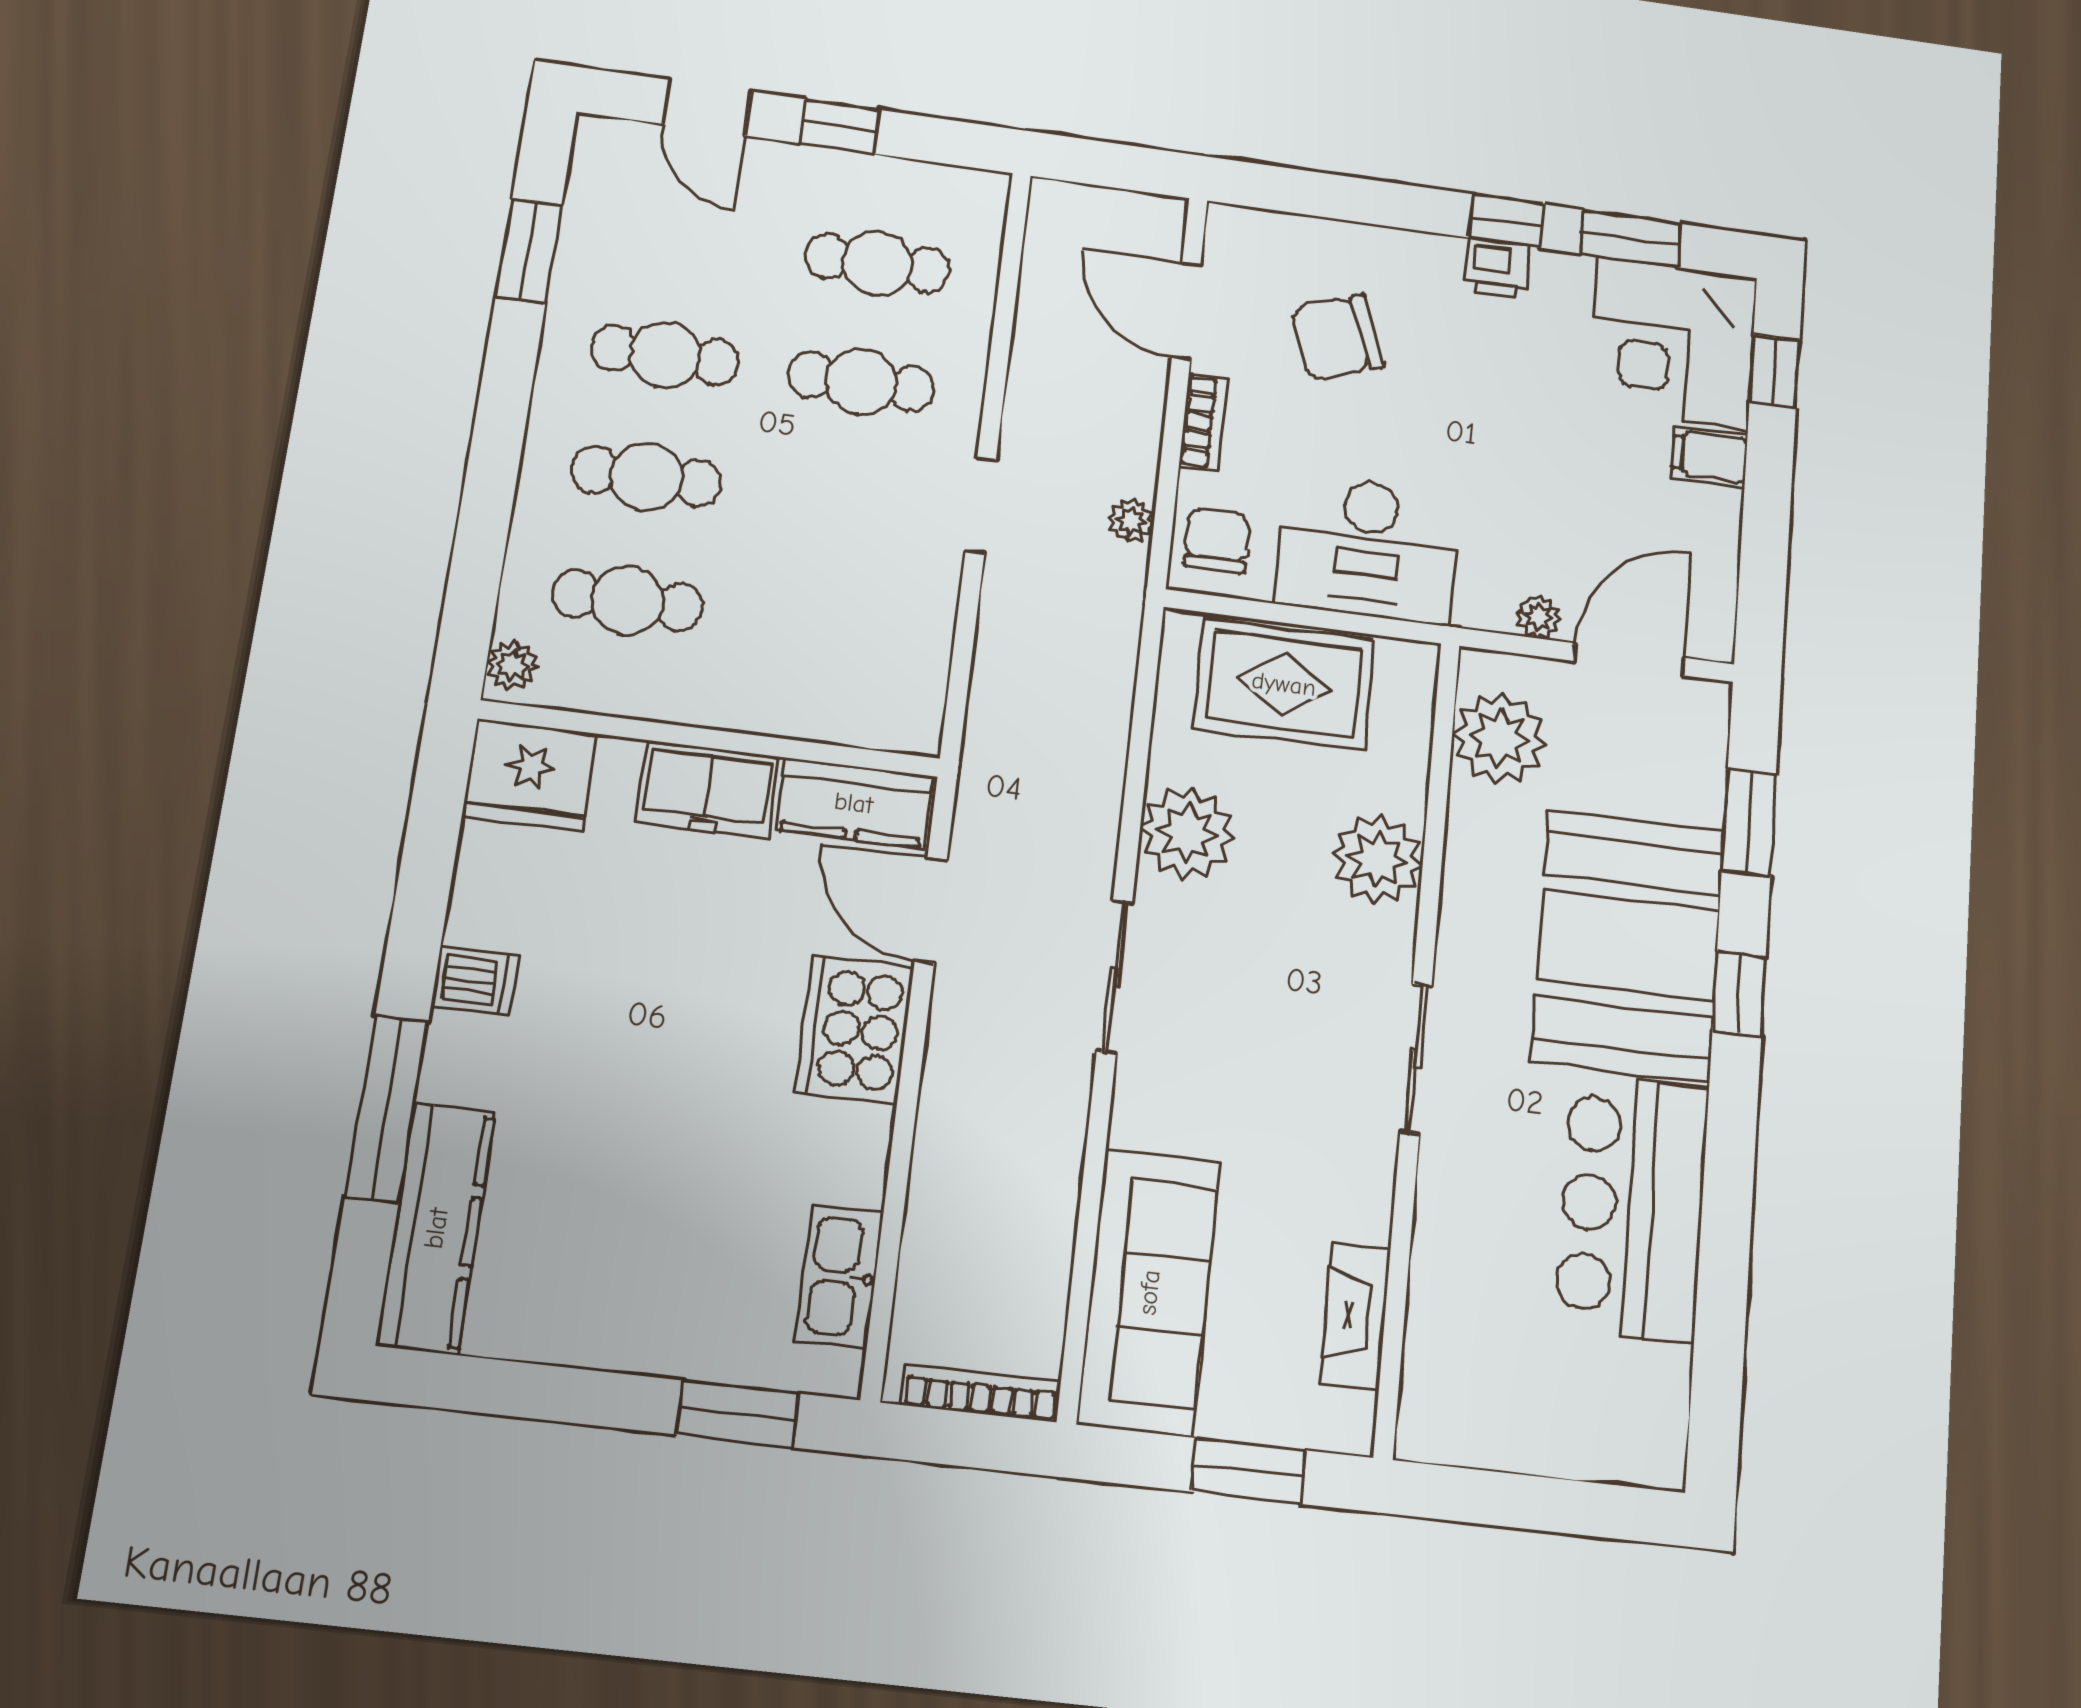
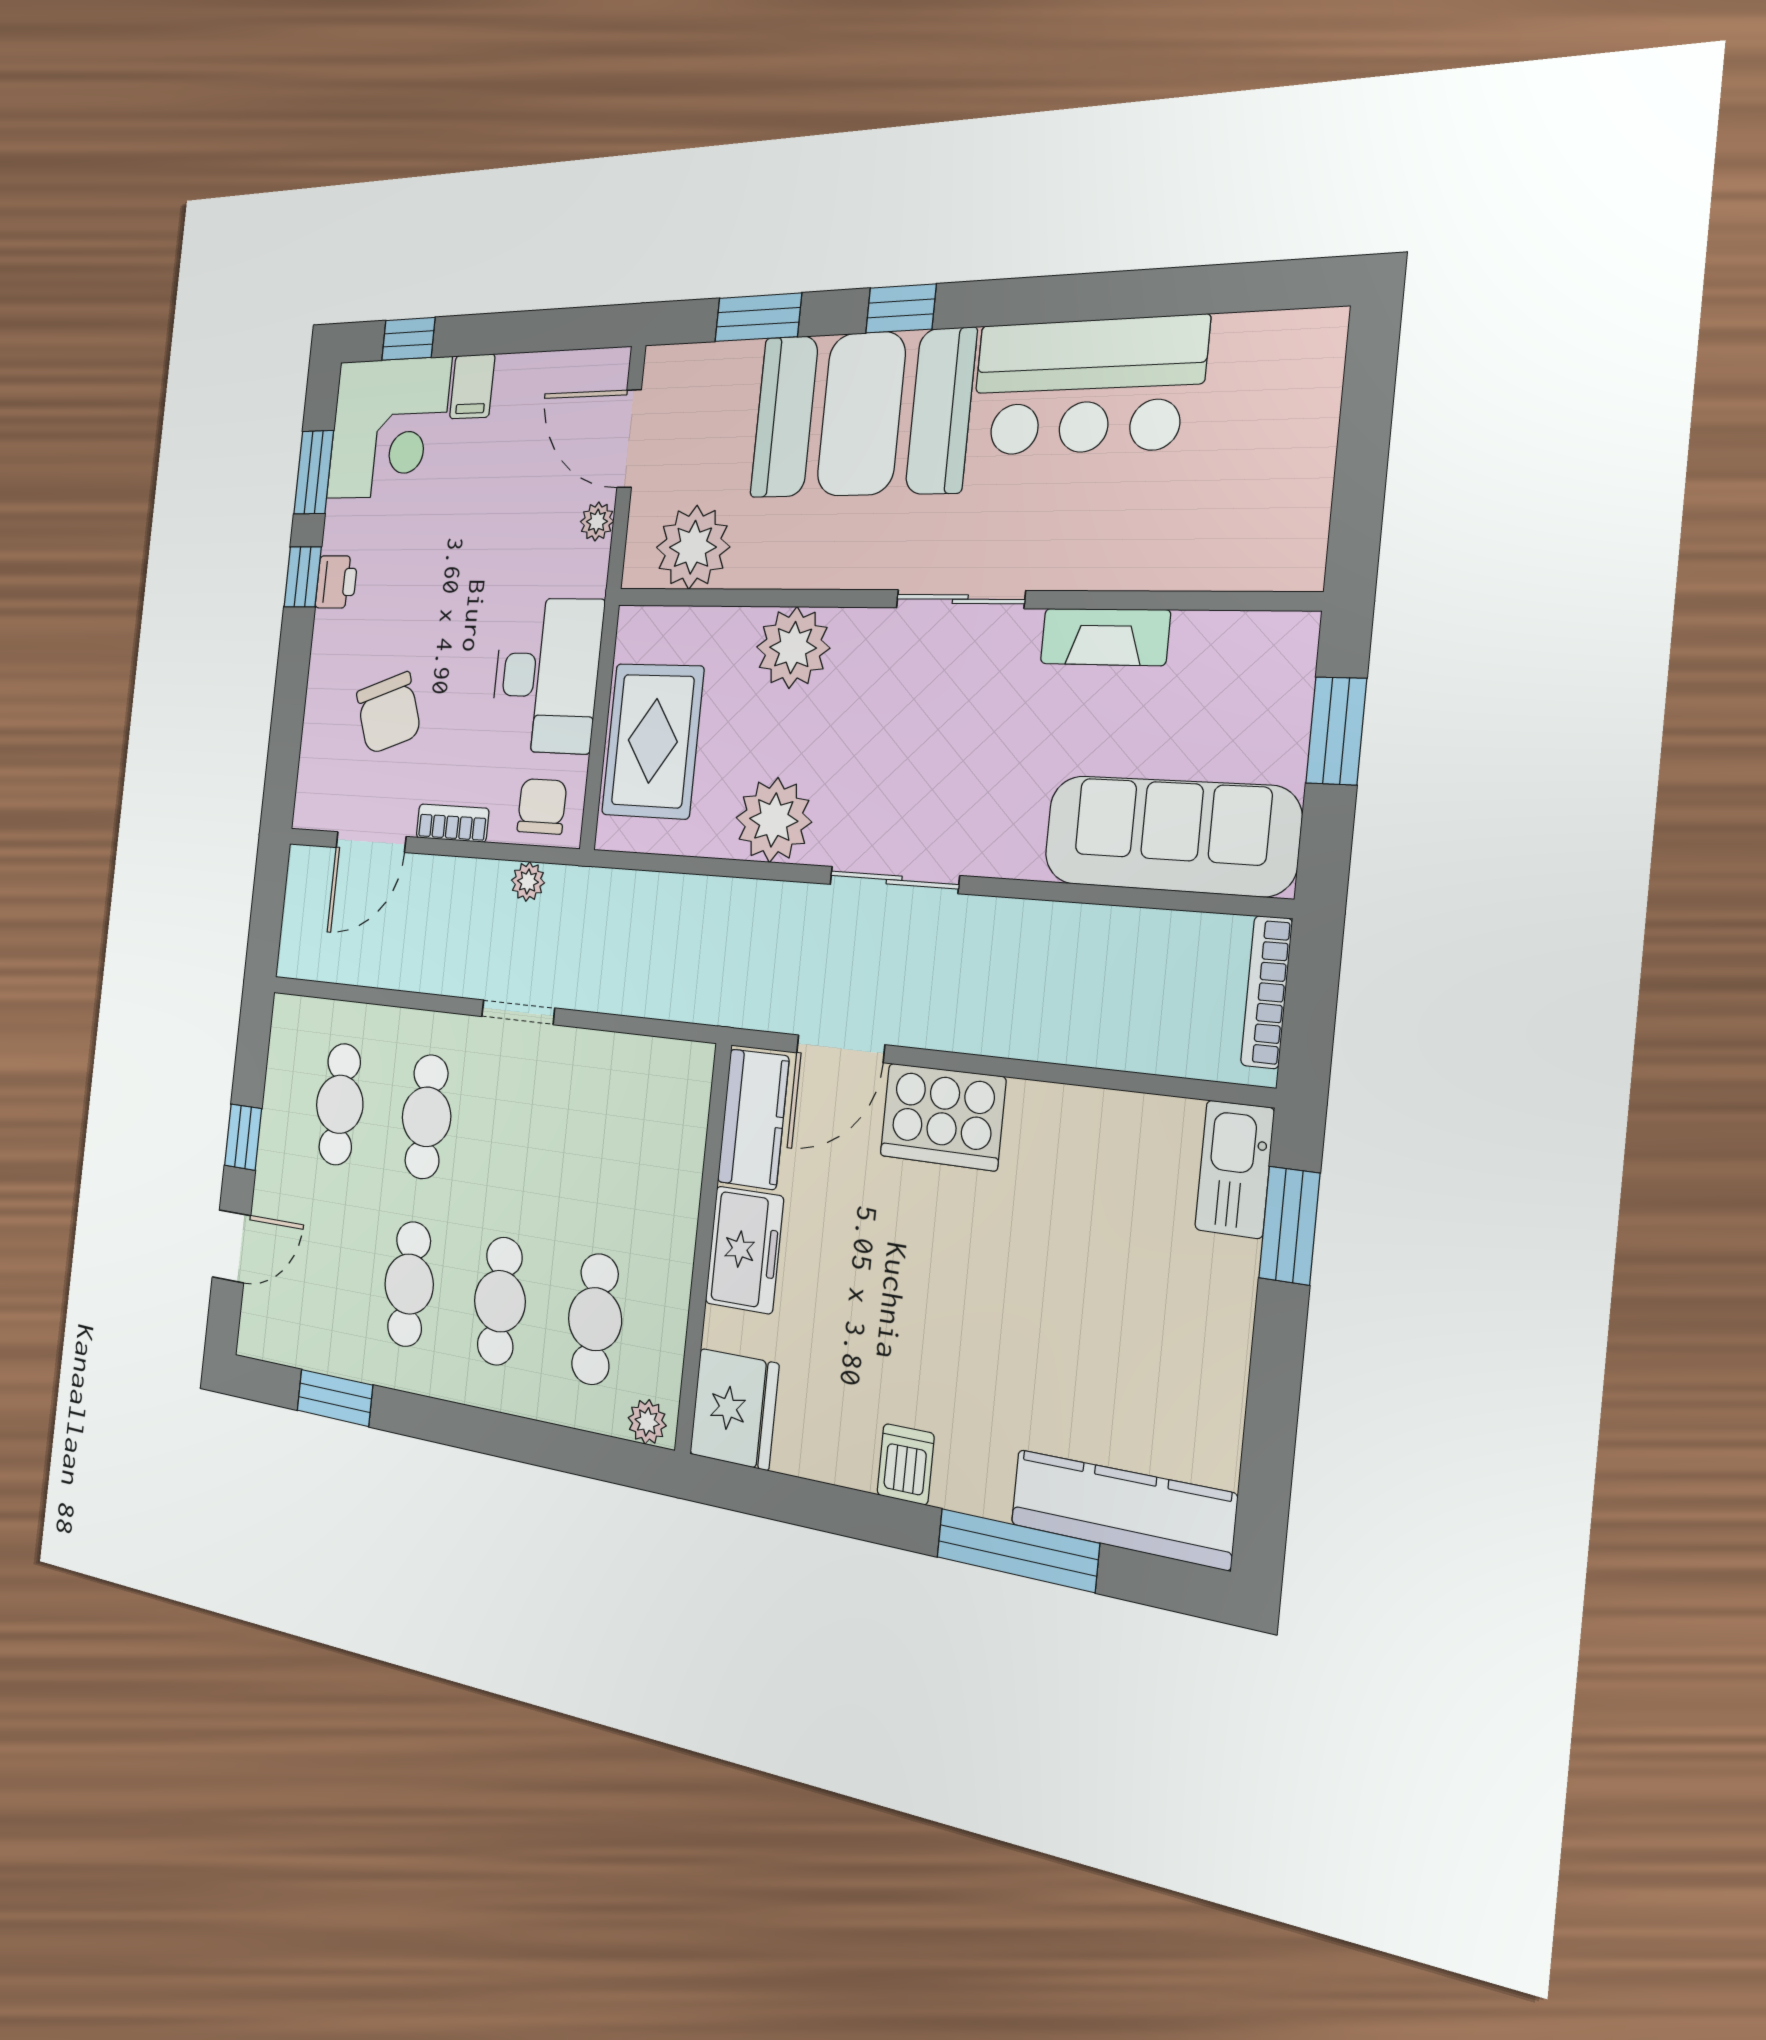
chair: (1217, 541) -> (542, 806), turned 90
kitchen sink: (839, 1277) -> (1235, 1169), moved, turned 90
fireplace: (1355, 1316) -> (1105, 637), moved

